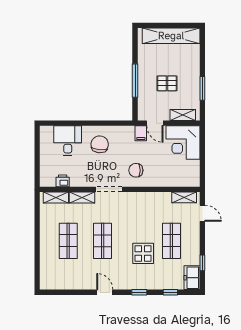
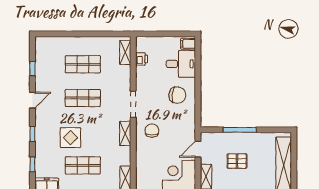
pallet: (167, 83) -> (237, 161), turned 90
filing cabinet: (141, 133) -> (188, 44), moved
shelving: (82, 198) -> (125, 133), moved
window: (72, 292) -> (32, 69), added

